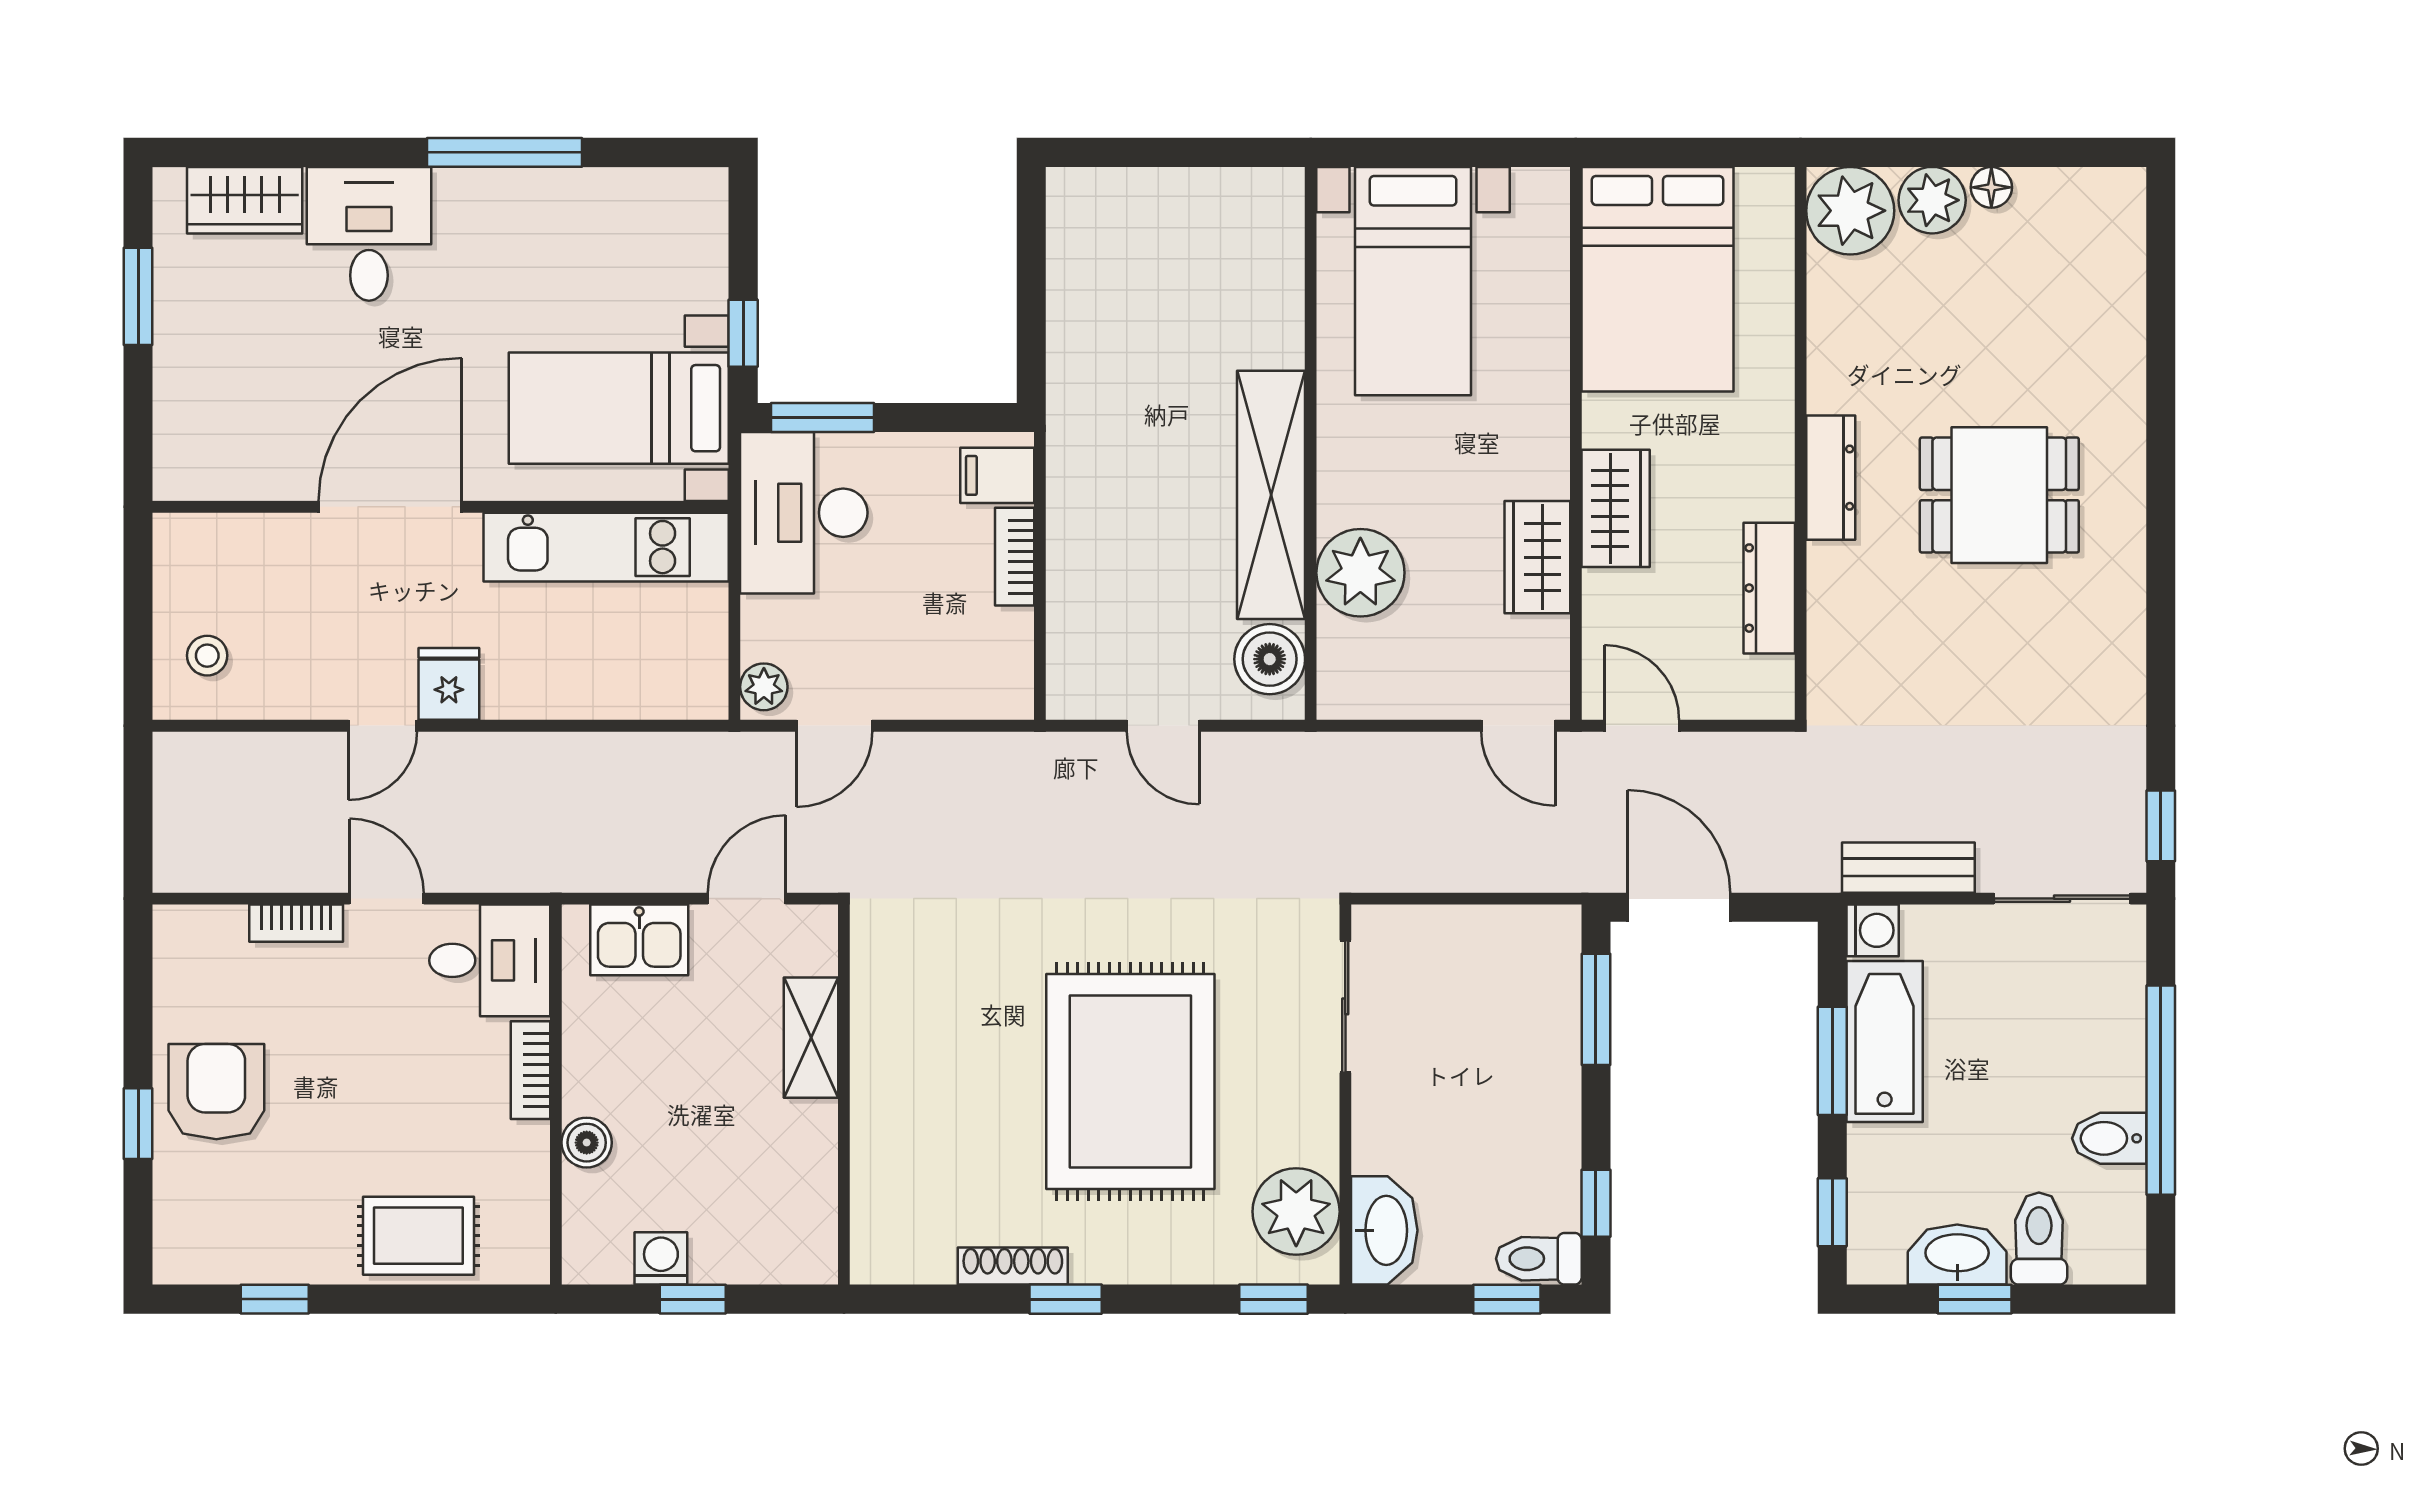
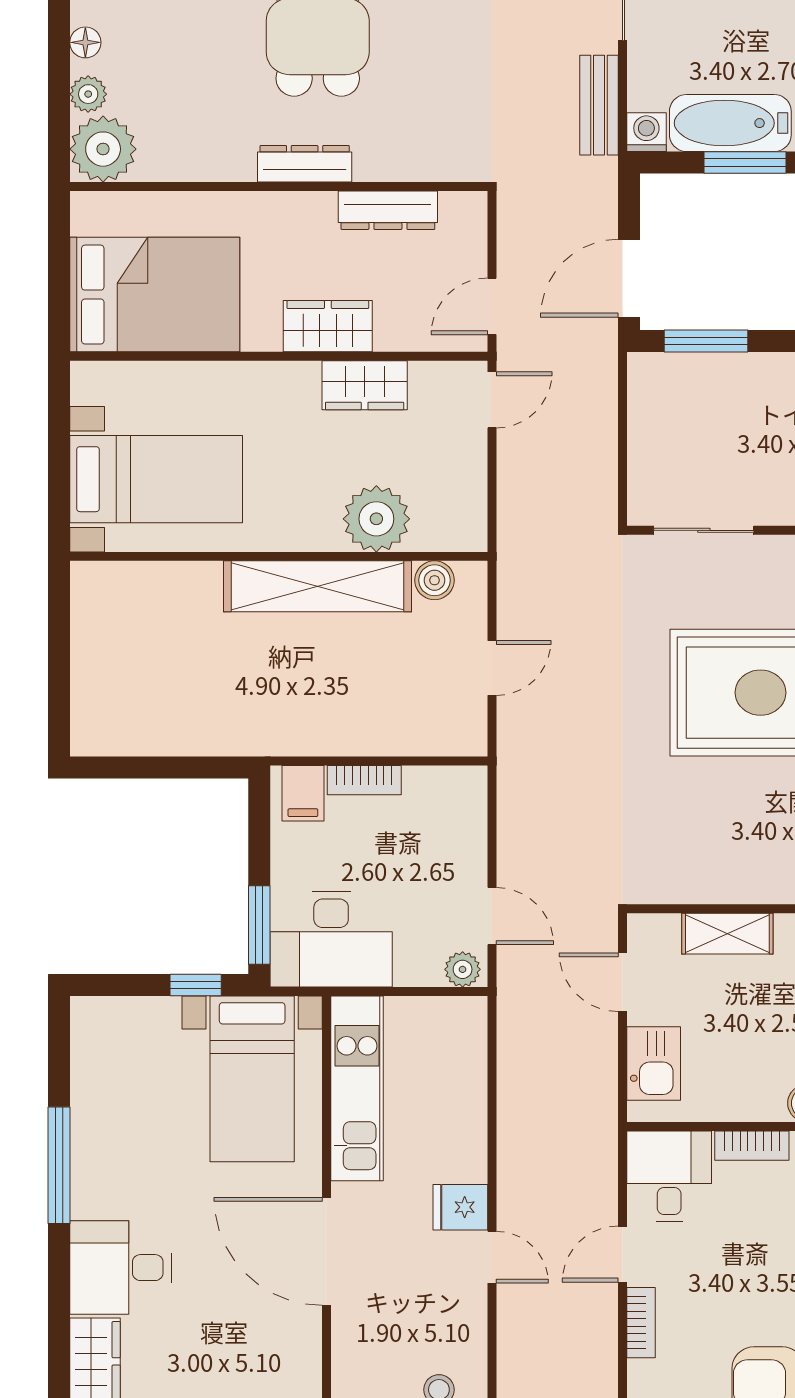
plant: (1932, 200) -> (88, 94), width x0.73, depth x0.73
boiler: (1270, 659) -> (434, 580), width x0.73, depth x0.73

